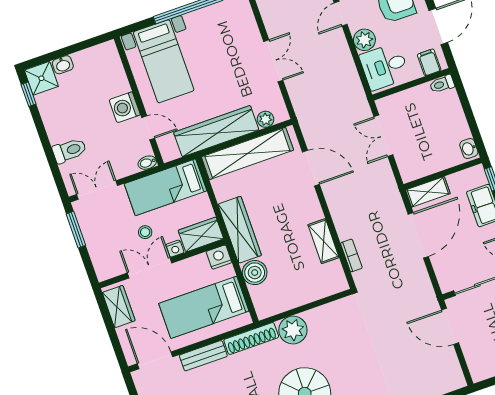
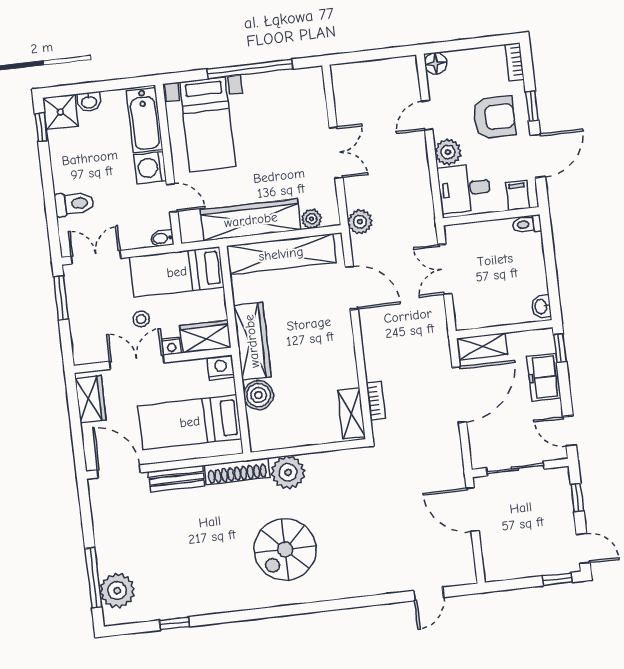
bathtub: (111, 69) -> (145, 120), added
plant: (306, 113) -> (360, 222), added
shelving: (323, 241) -> (351, 413), moved

